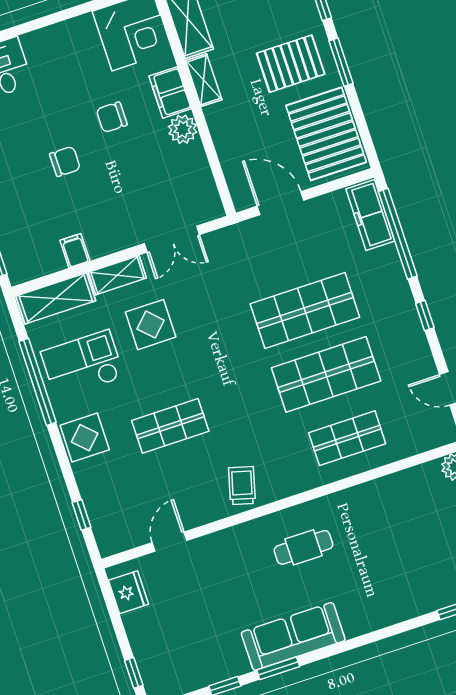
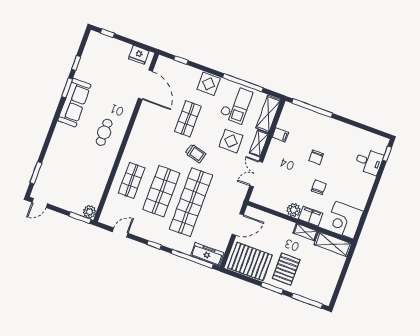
shop shelf: (305, 311) -> (191, 202), width x1.40
trolley: (242, 486) -> (196, 153), moved
door: (169, 542) -> (145, 85), width x1.87

